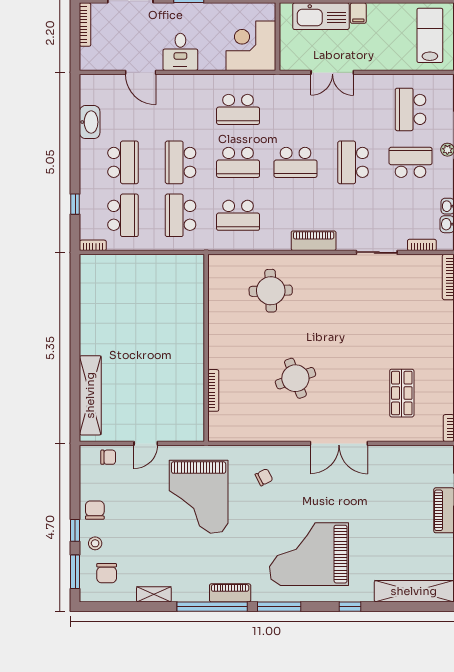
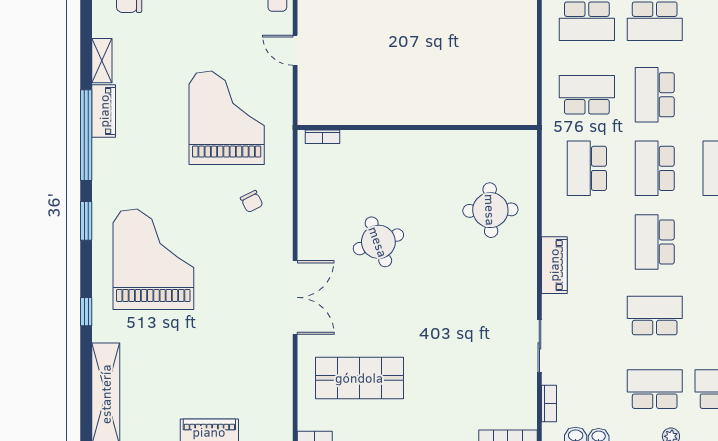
school desk: (181, 162) -> (655, 95), turned -90
school desk: (411, 162) -> (655, 389), turned -90
bookcase: (213, 390) -> (322, 137), moved, width x0.64
shop shelf: (402, 393) -> (359, 378), width x1.43, depth x1.36
double door: (339, 443) -> (295, 297), swing flipped
grand piano: (199, 497) -> (227, 118), turned 90
piano: (230, 593) -> (104, 111), moved
window: (279, 607) -> (86, 221), width x0.69

